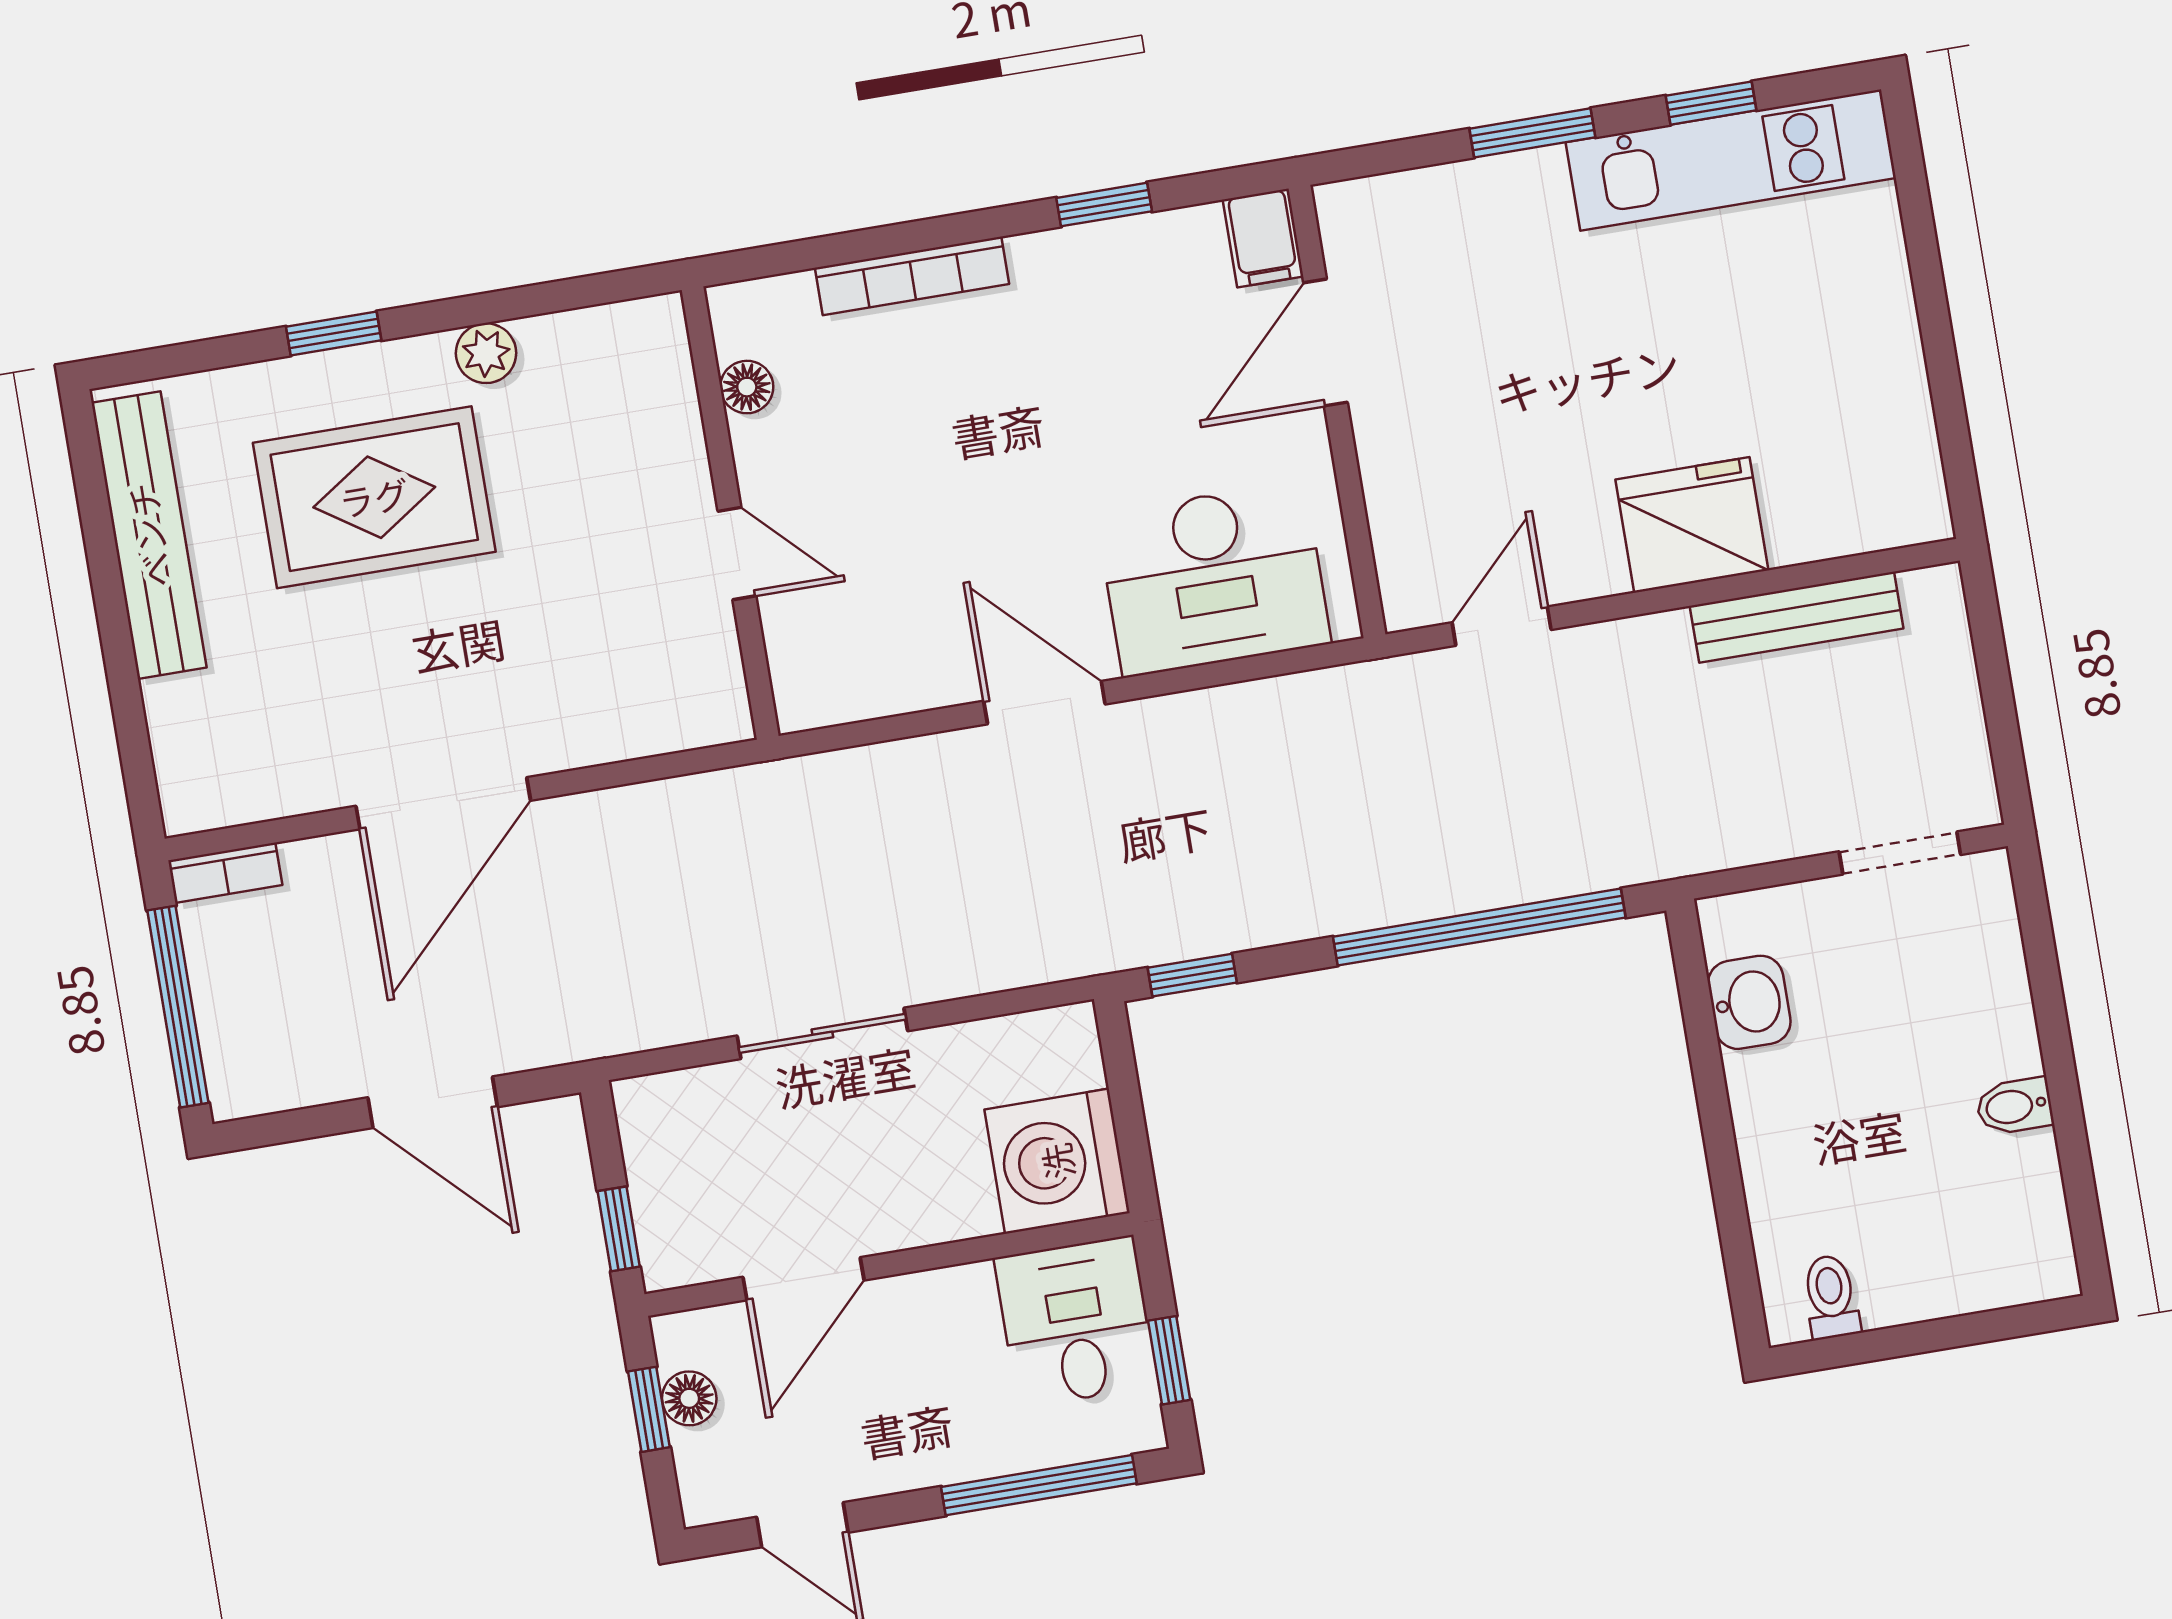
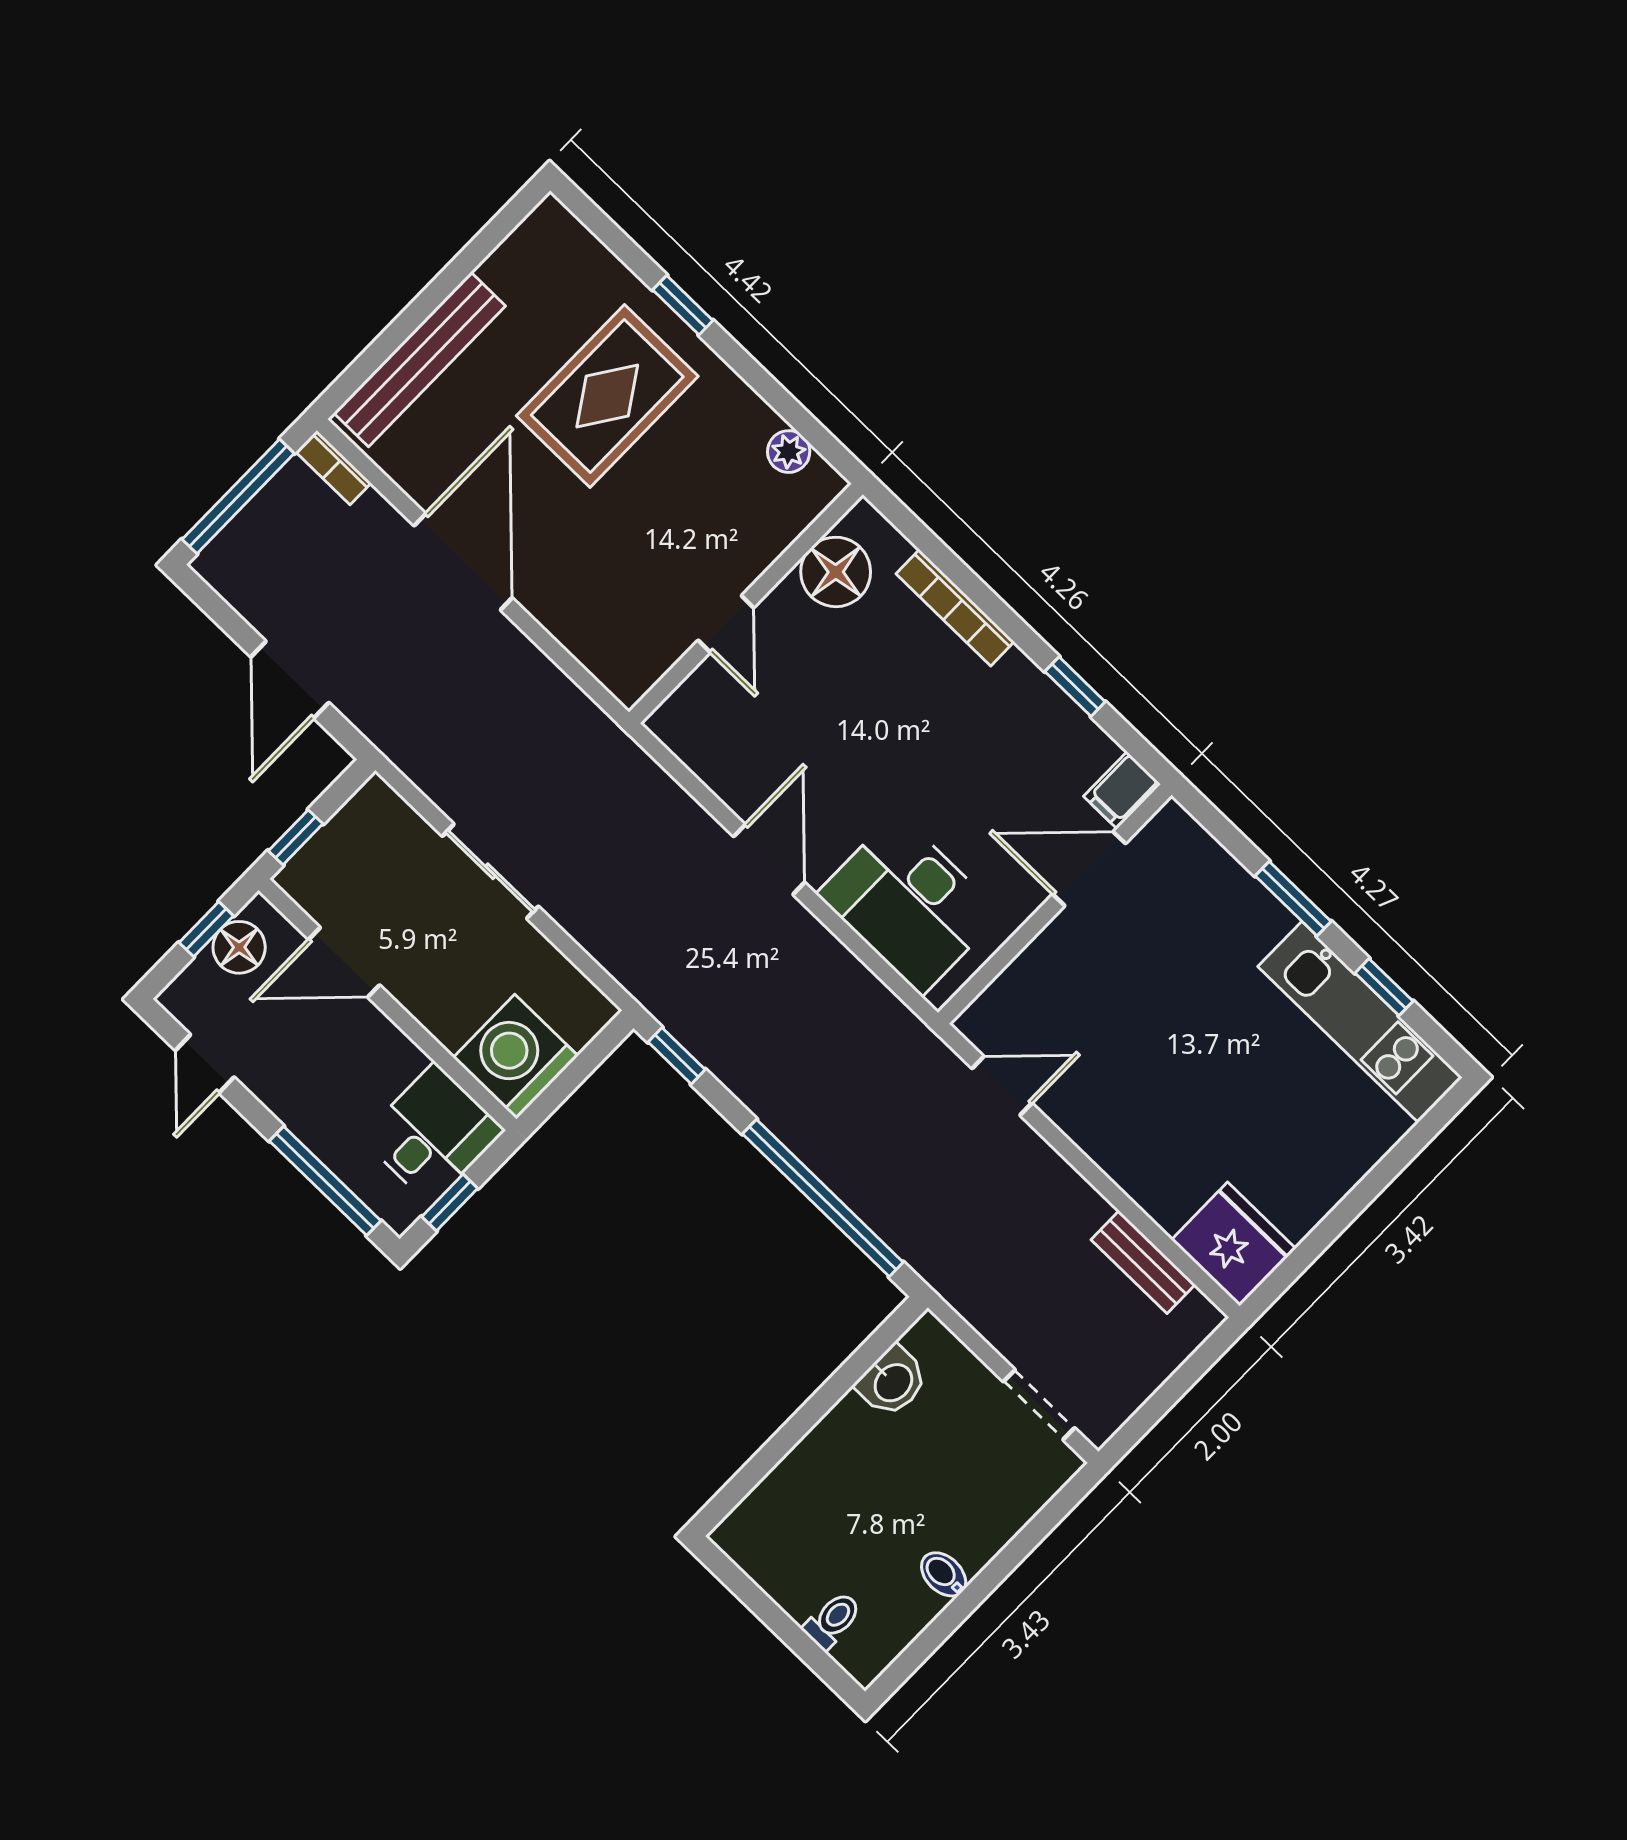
plant: (486, 353) -> (789, 452), moved
floor lamp: (747, 387) -> (836, 572), width x1.89, depth x1.89
rug: (374, 497) -> (607, 396), turned 90
fridge: (1692, 525) -> (1233, 1244), moved
bench: (149, 535) -> (420, 359), moved
bench: (1797, 617) -> (1143, 1262), width x0.73
door: (443, 803) -> (463, 562), swing flipped
toilet: (1831, 1297) -> (832, 1620), moved
floor lamp: (689, 1398) -> (239, 947), width x1.37, depth x1.37

